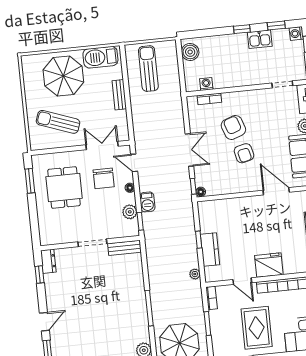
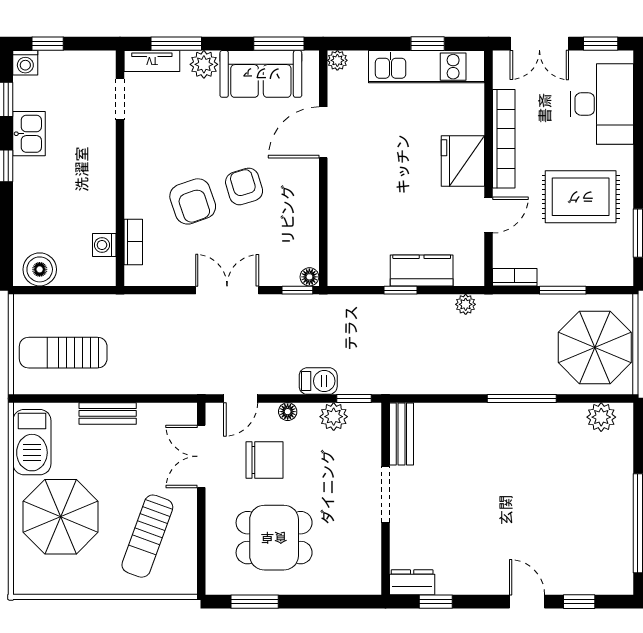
armchair: (233, 127) -> (193, 201), turned -90
armchair: (244, 153) -> (244, 186), turned -94

